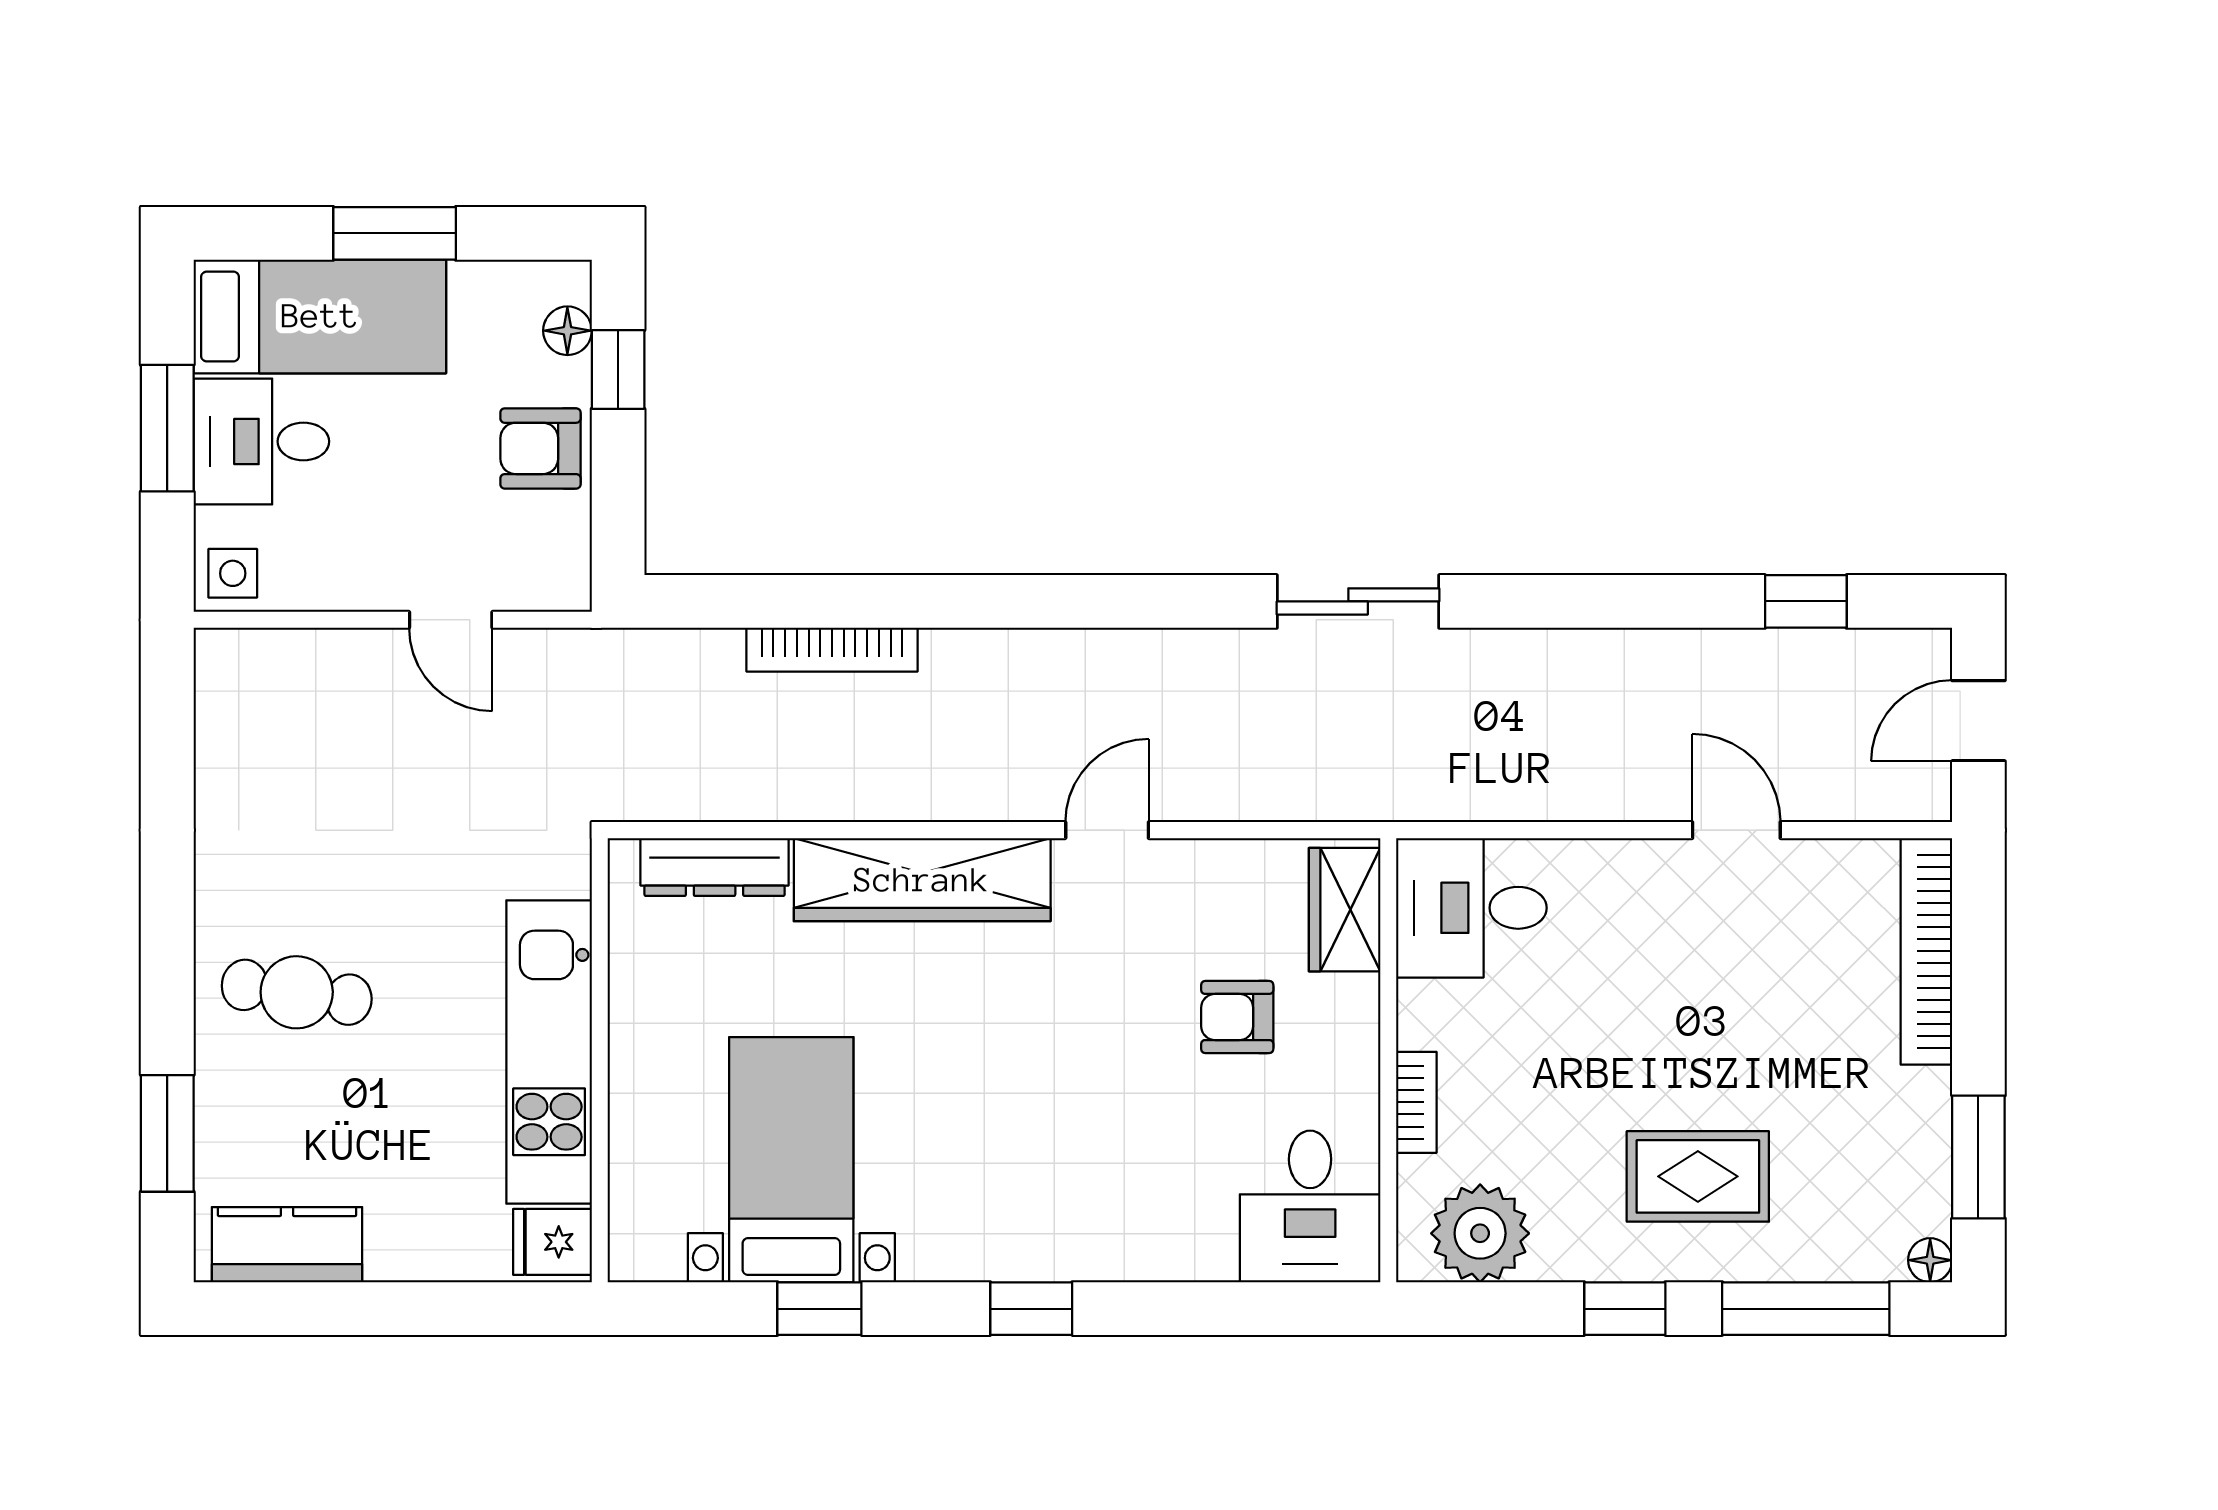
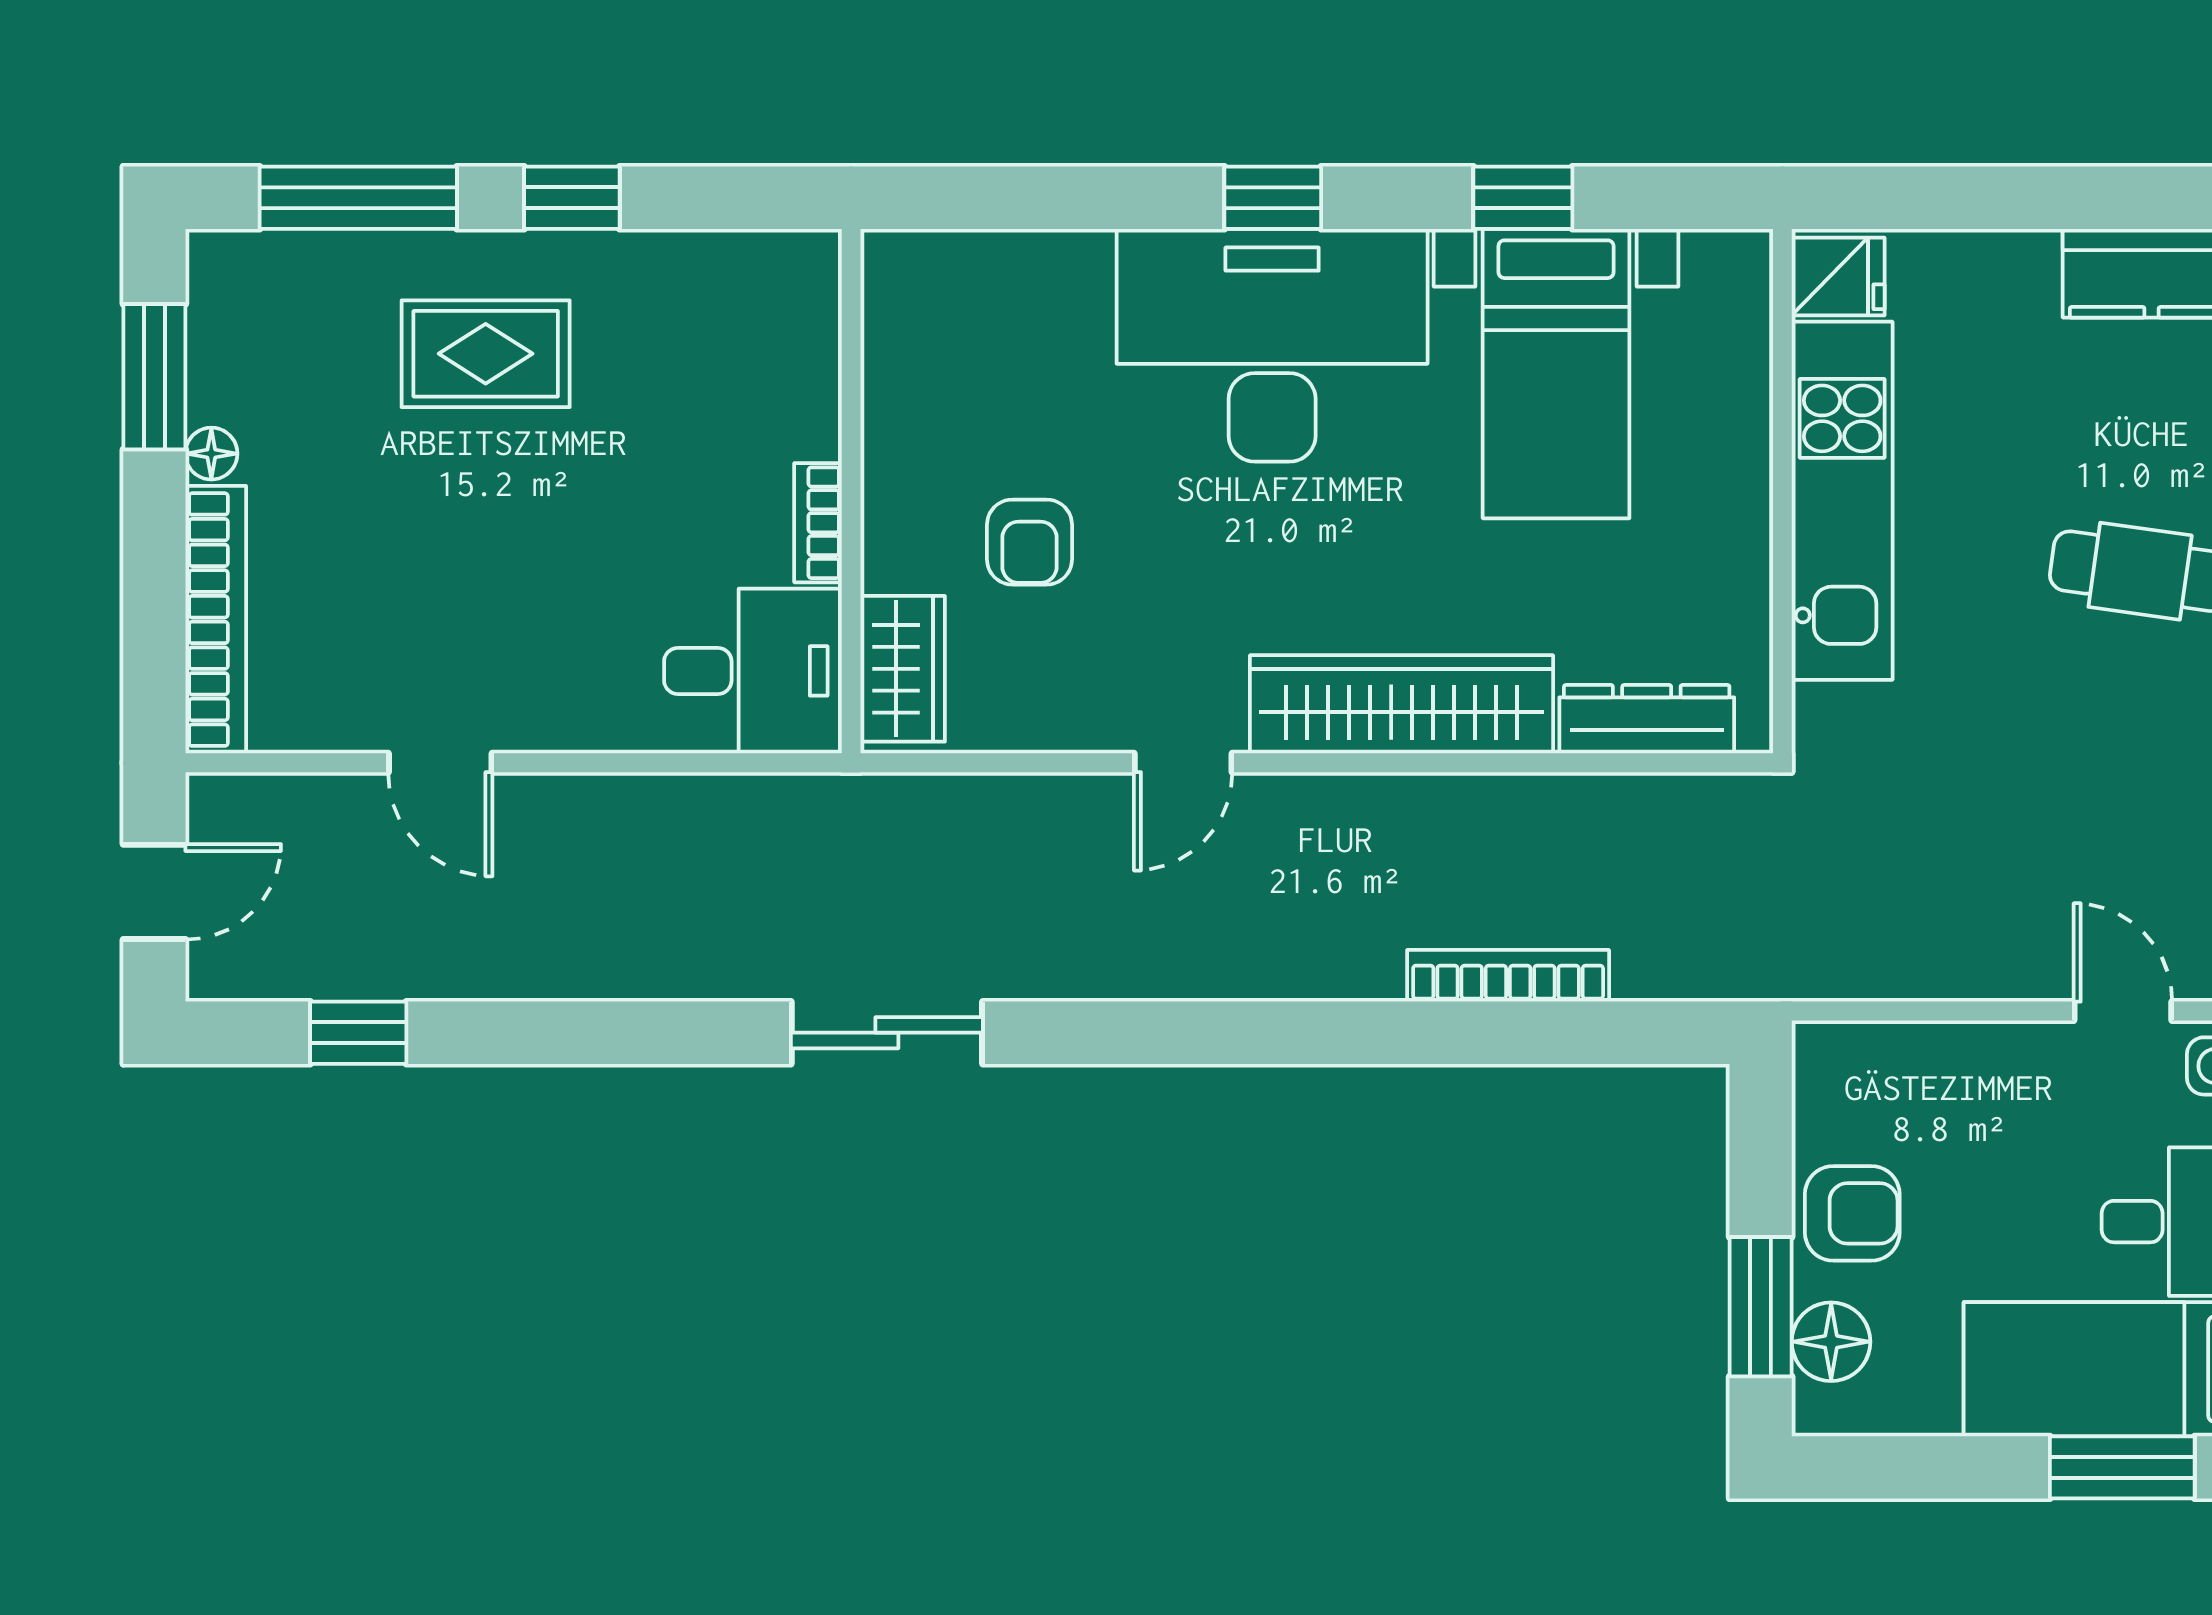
window: (395, 233) -> (2122, 1467), moved
floor lamp: (567, 331) -> (1831, 1342), width x1.37, depth x1.37
window: (618, 369) -> (1761, 1307), width x1.50
door: (451, 620) -> (2123, 1011), moved
armchair: (1237, 1017) -> (1030, 542), turned 90
bookcase: (1416, 1102) -> (818, 523), moved
desk: (1310, 1206) -> (1272, 345), moved, width x1.87, depth x1.30
plant: (1480, 1233) -> (743, 287), removed
floor lamp: (1930, 1260) -> (211, 454), moved

